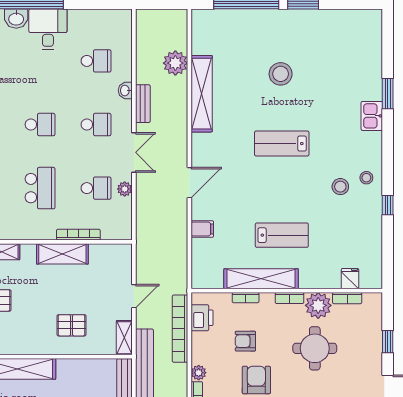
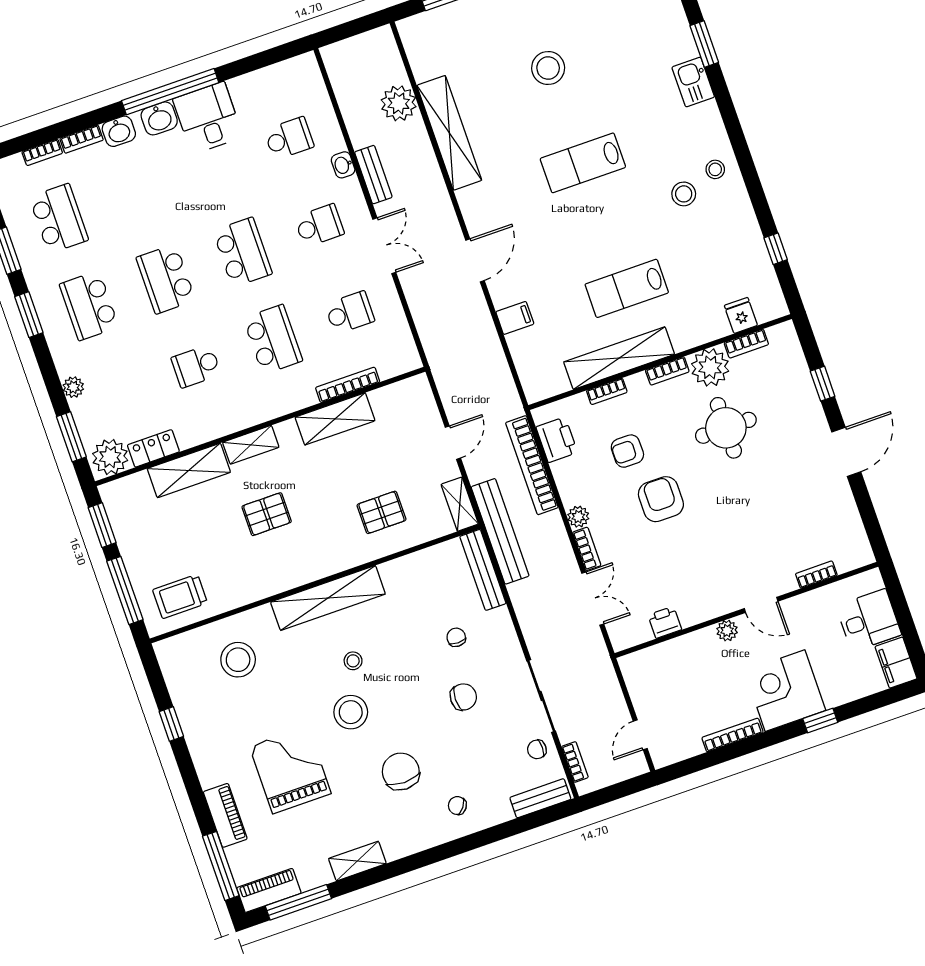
school desk: (40, 125) -> (243, 252), width x1.85
plant: (125, 189) -> (389, 300), removed
window: (388, 205) -> (776, 249), moved
lab bench: (282, 235) -> (627, 288), turned 180

